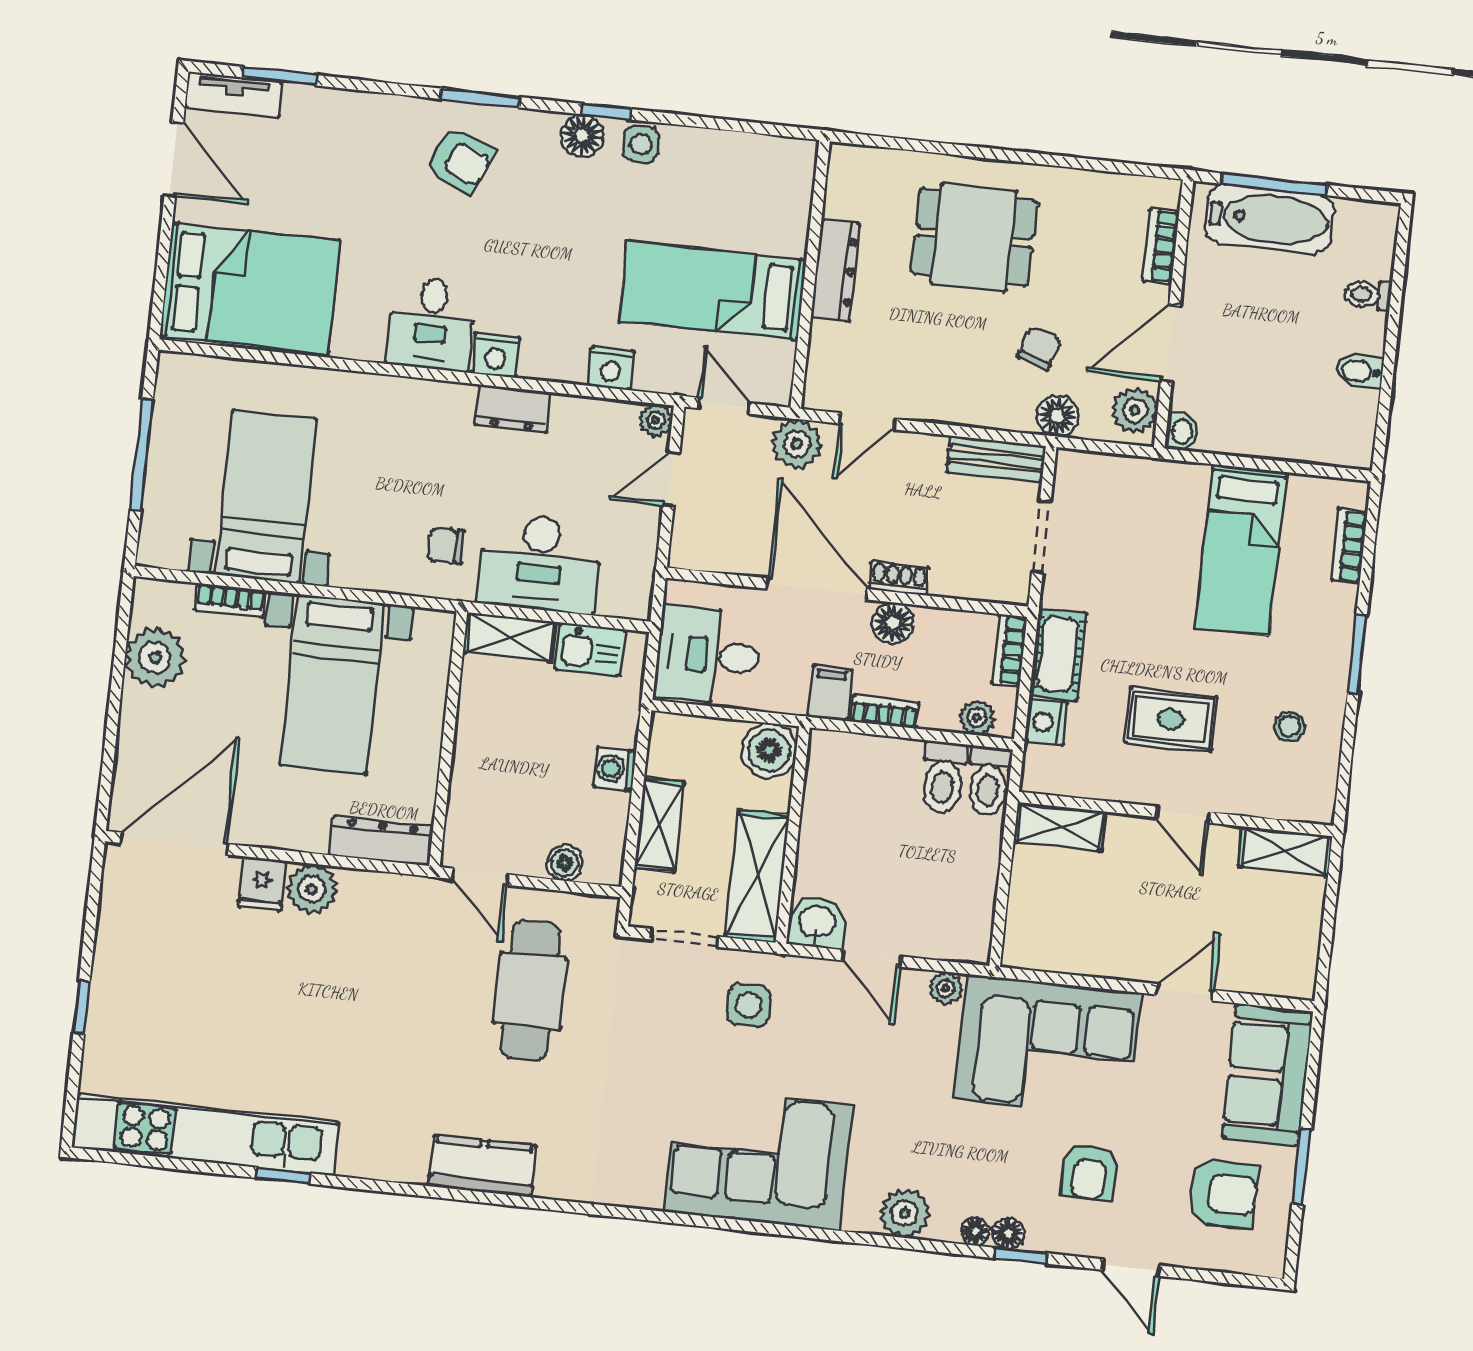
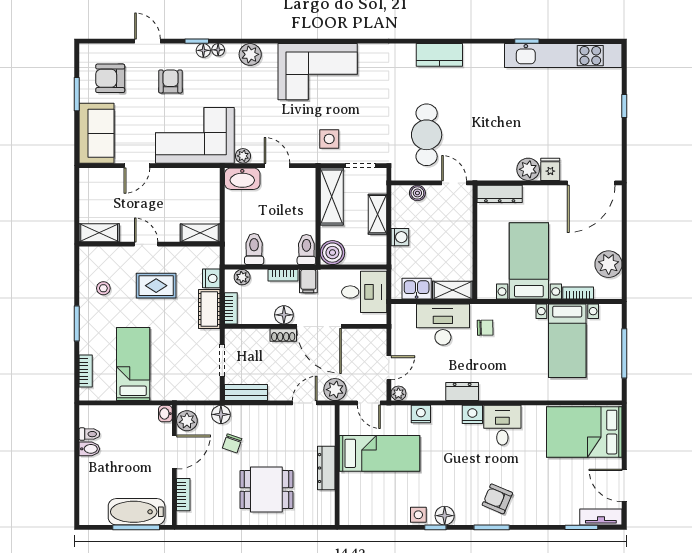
toilet: (1368, 295) -> (89, 434), moved
toilet: (989, 781) -> (306, 250), moved
washbasin: (817, 923) -> (242, 179), moved, width x1.38

